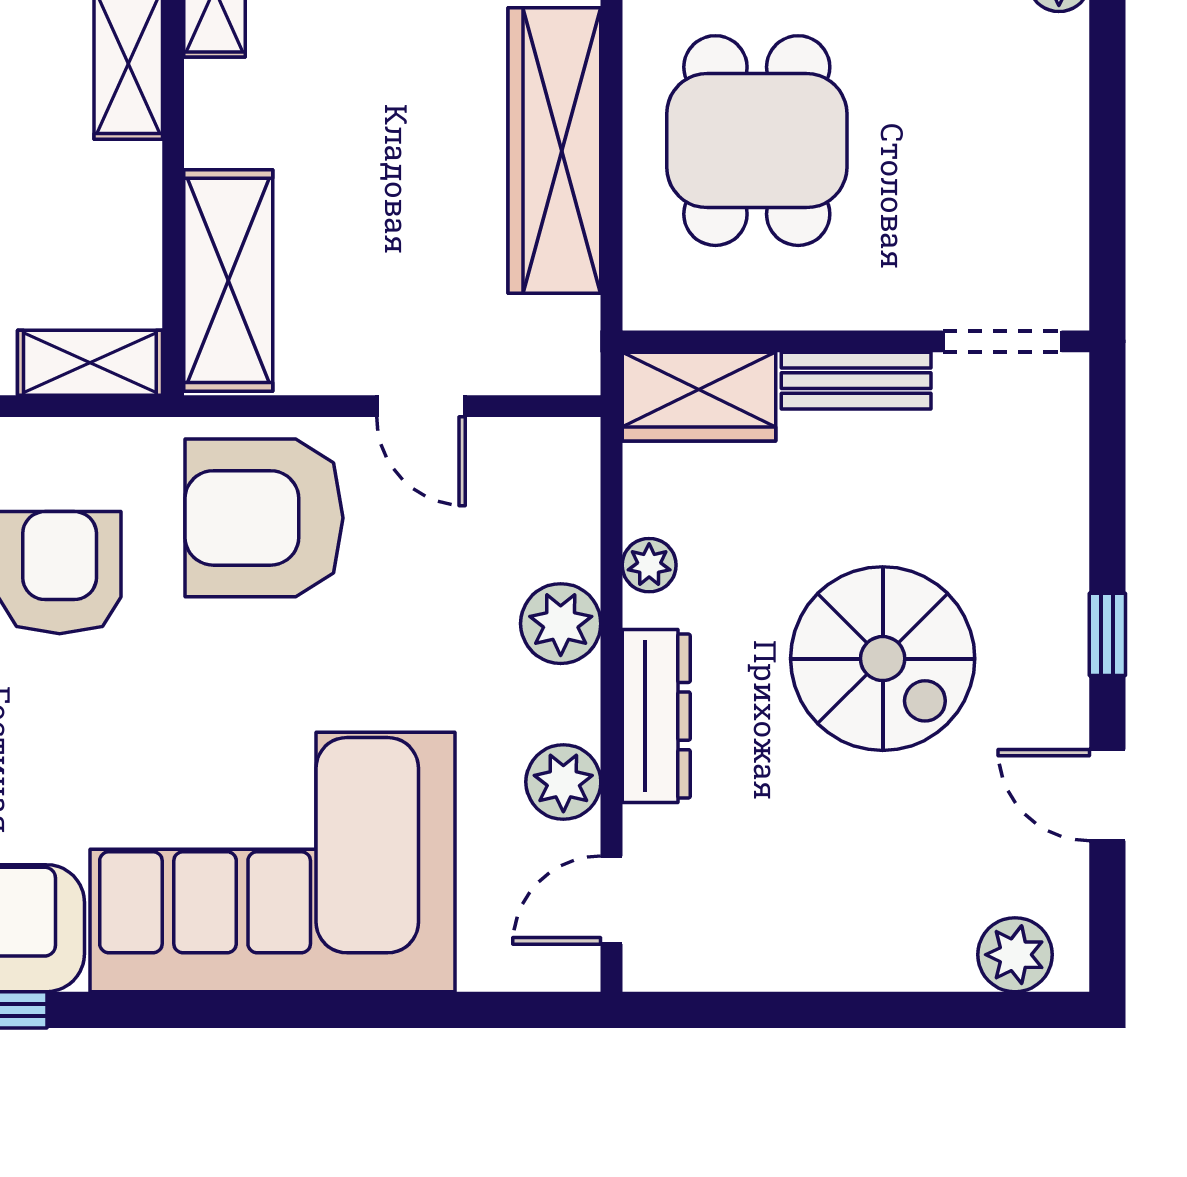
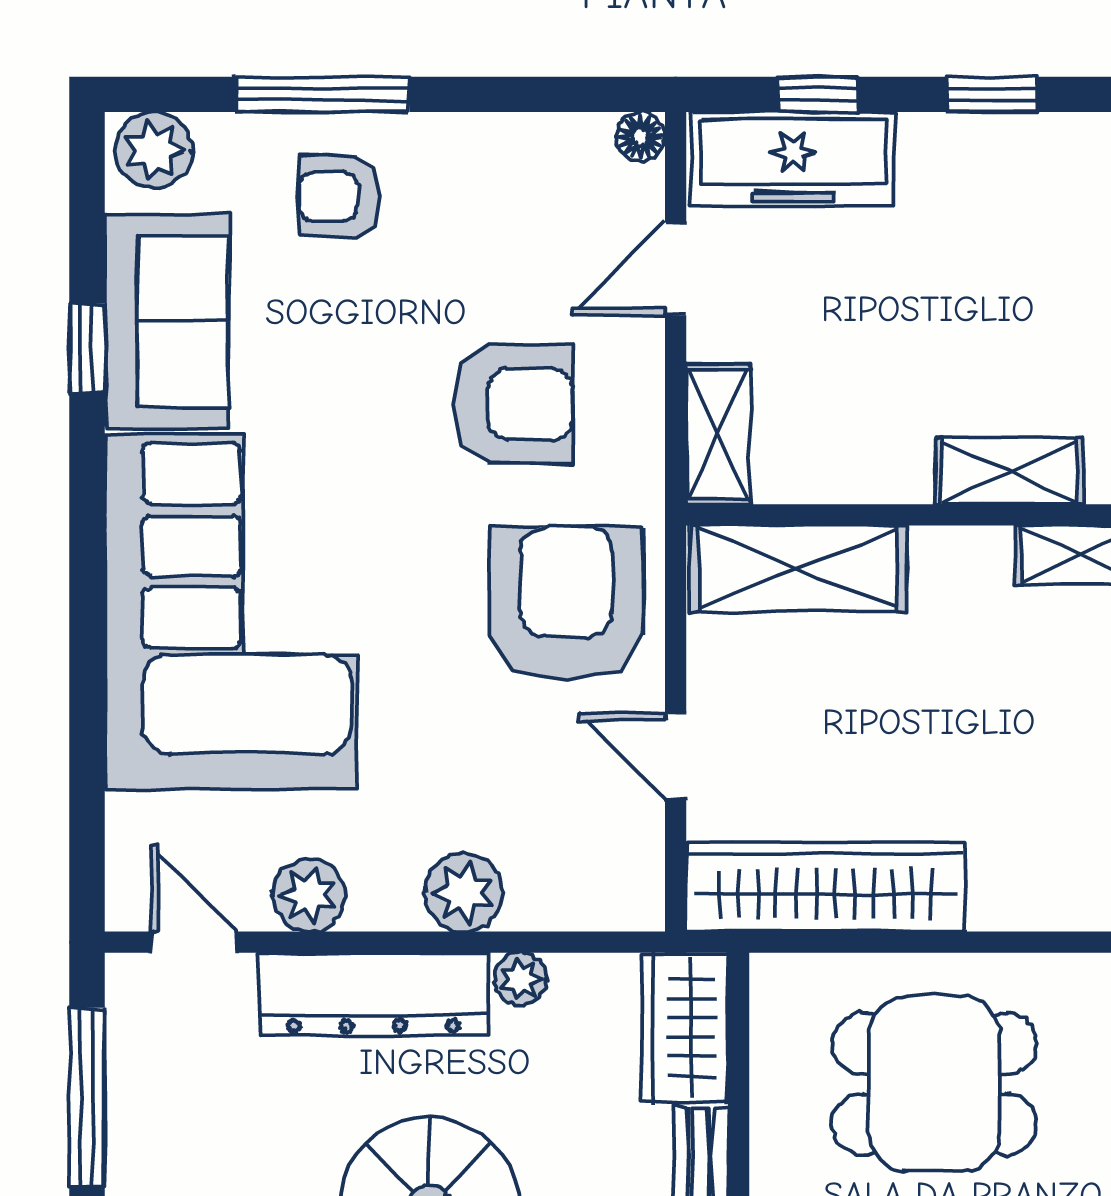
wardrobe: (554, 151) -> (825, 887), moved
door: (421, 406) -> (676, 756), hinge flipped
dresser: (656, 716) -> (373, 994), width x1.37, depth x1.24
window: (771, 1010) -> (87, 1097), added

